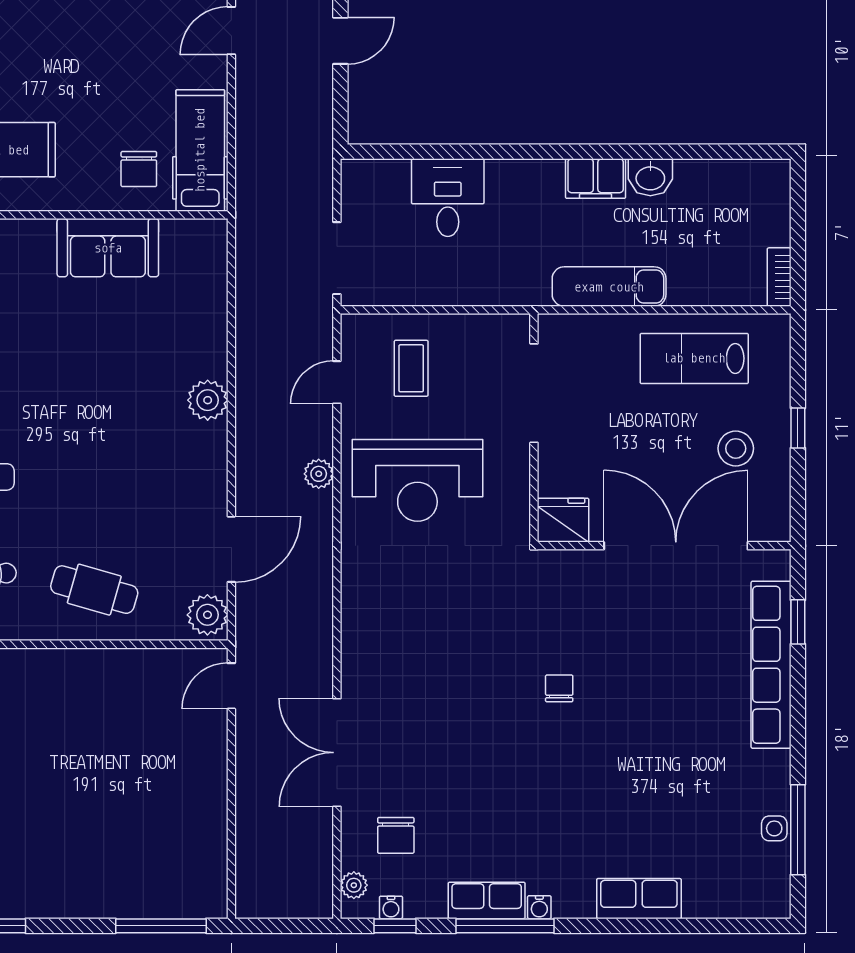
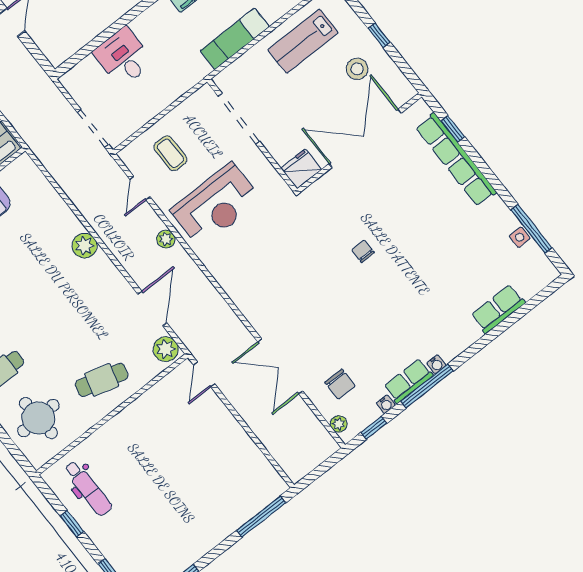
row of seats: (639, 899) -> (498, 309), moved
water cooler: (391, 907) -> (386, 404), moved

